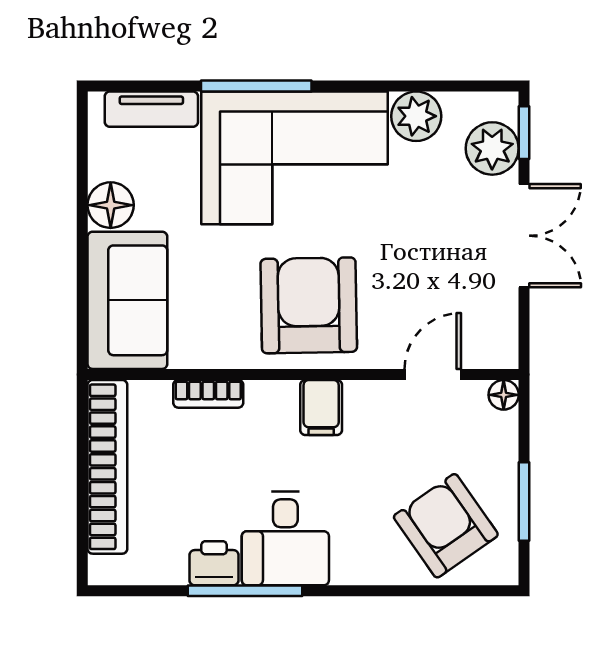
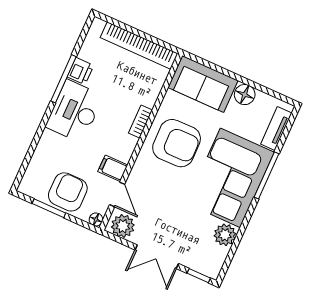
plant: (492, 148) -> (123, 226), moved
armchair: (309, 305) -> (177, 143), moved
bookcase: (208, 394) -> (140, 122), moved
filing cabinet: (321, 407) -> (113, 168), moved
armchair: (446, 526) -> (68, 192), moved, turned -55
desk: (285, 539) -> (74, 111), width x1.37

